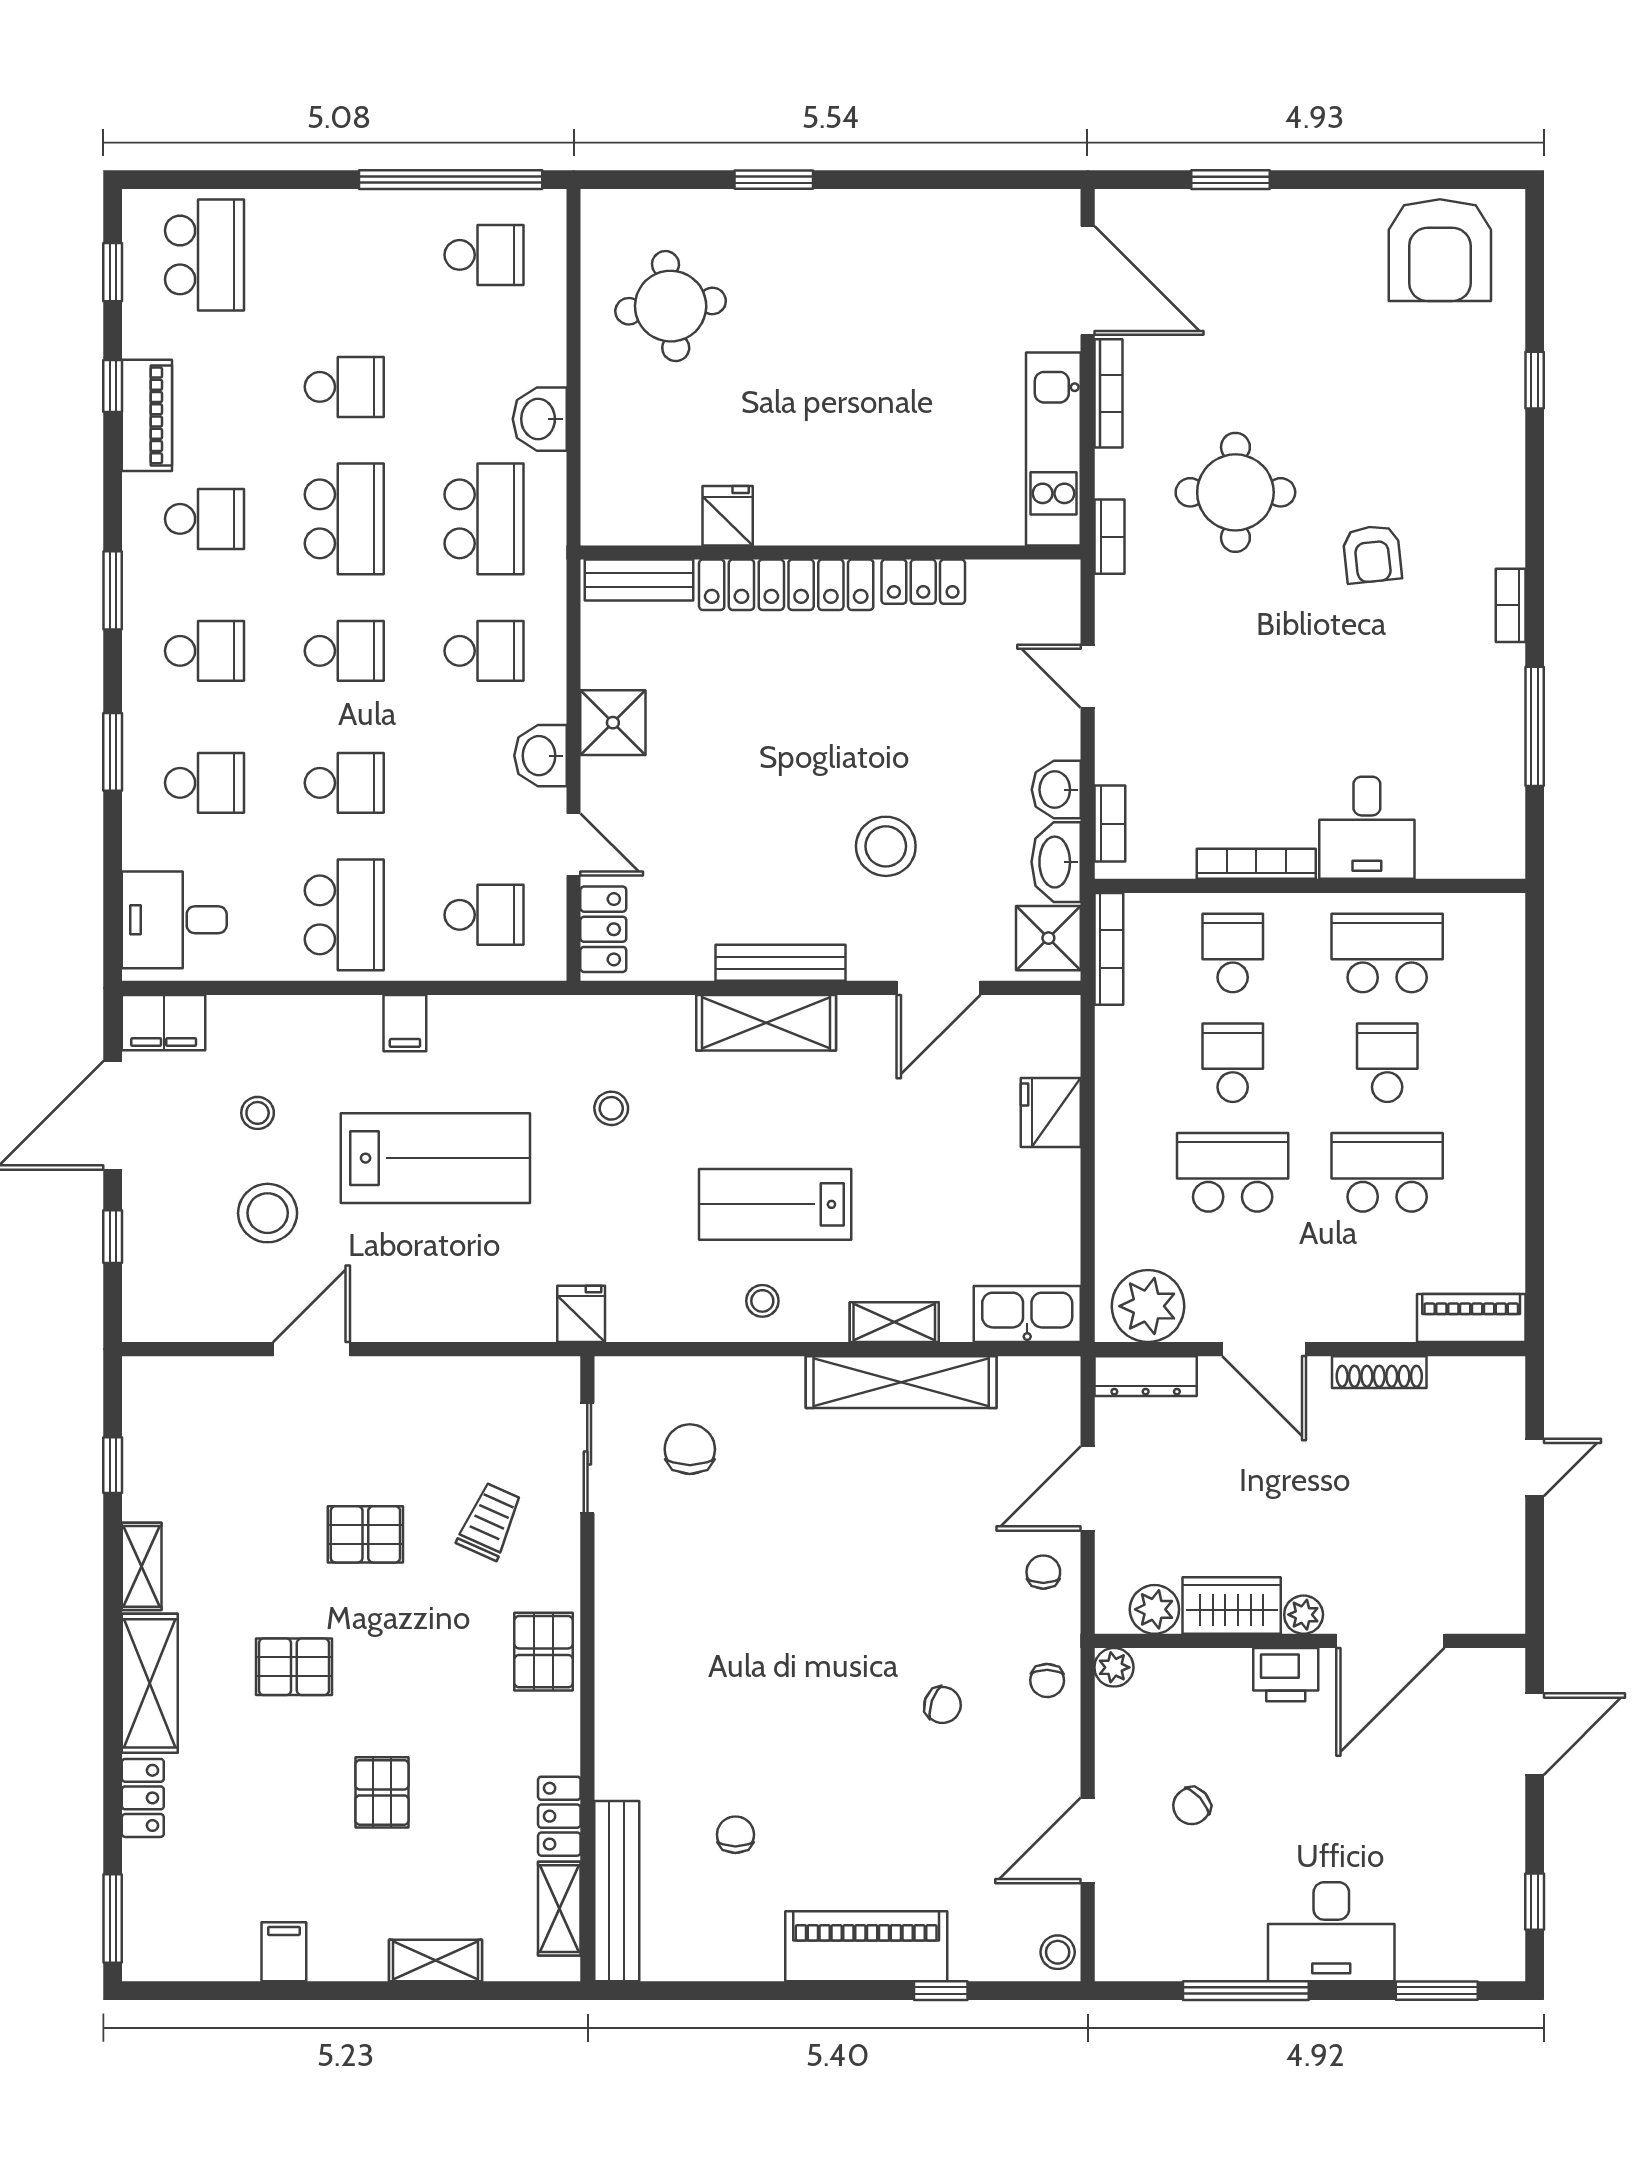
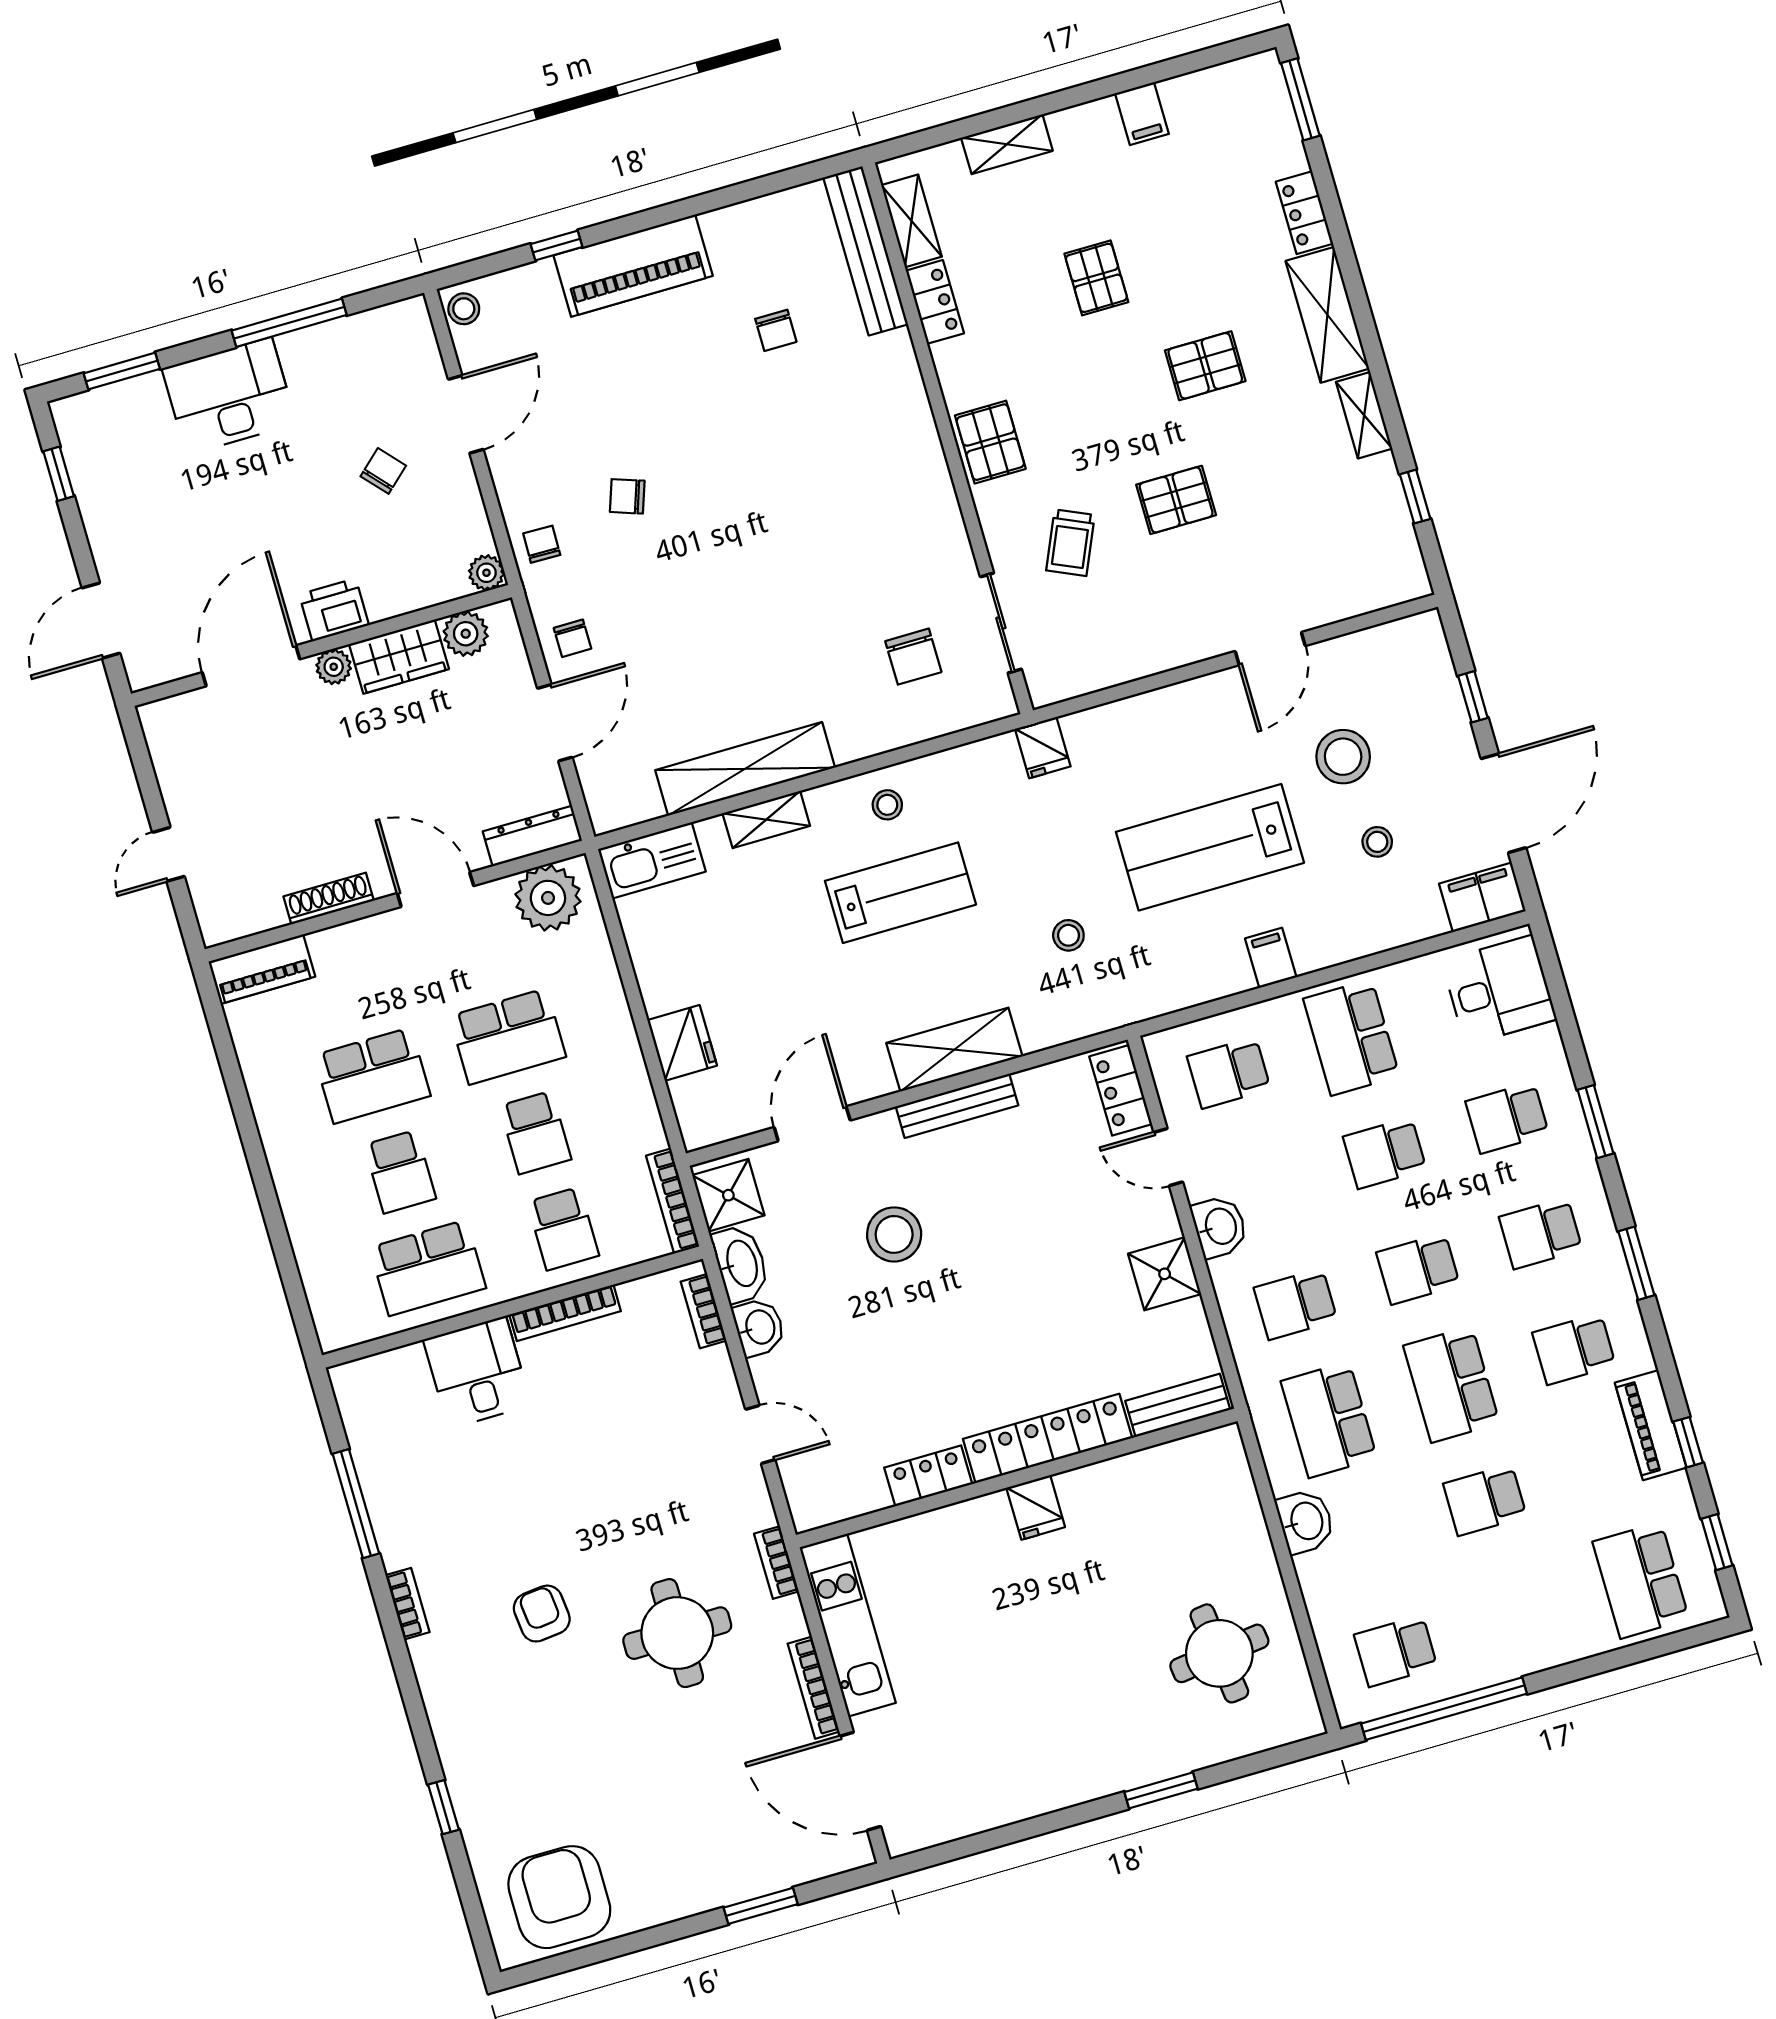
fridge: (728, 516) -> (1036, 1507), moved

